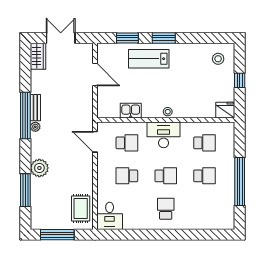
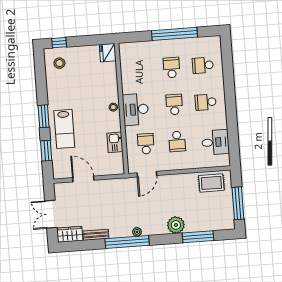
door: (95, 75) -> (83, 179), hinge flipped
window: (240, 80) -> (59, 43), moved
bench: (35, 108) -> (96, 235), moved
school desk: (205, 143) -> (203, 65), moved, turned -90
desk: (110, 216) -> (215, 142), moved

